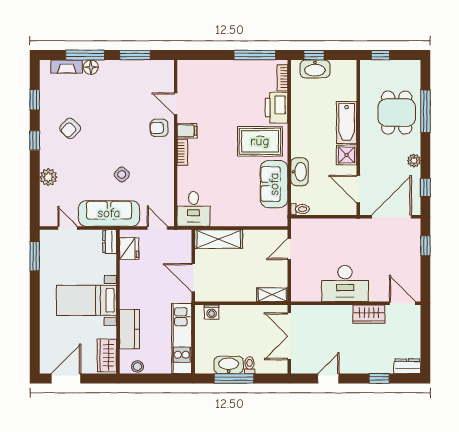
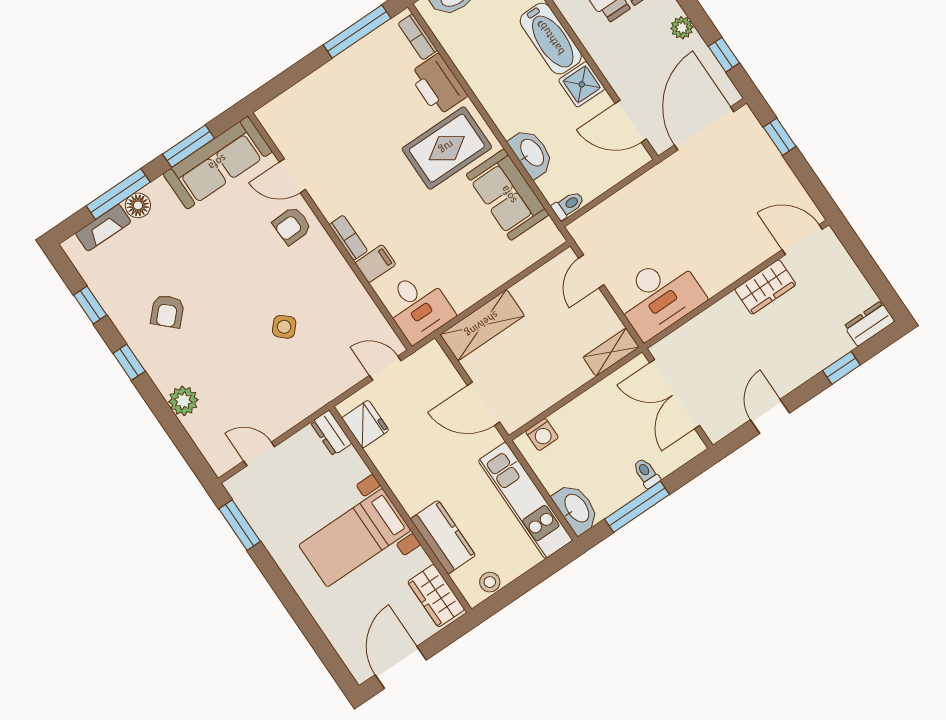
filing cabinet: (187, 131) -> (375, 264), moved
sofa: (109, 213) -> (218, 163), moved, turned 180
desk: (345, 283) -> (659, 296), moved
washbasin: (229, 365) -> (576, 509), moved, turned 90

